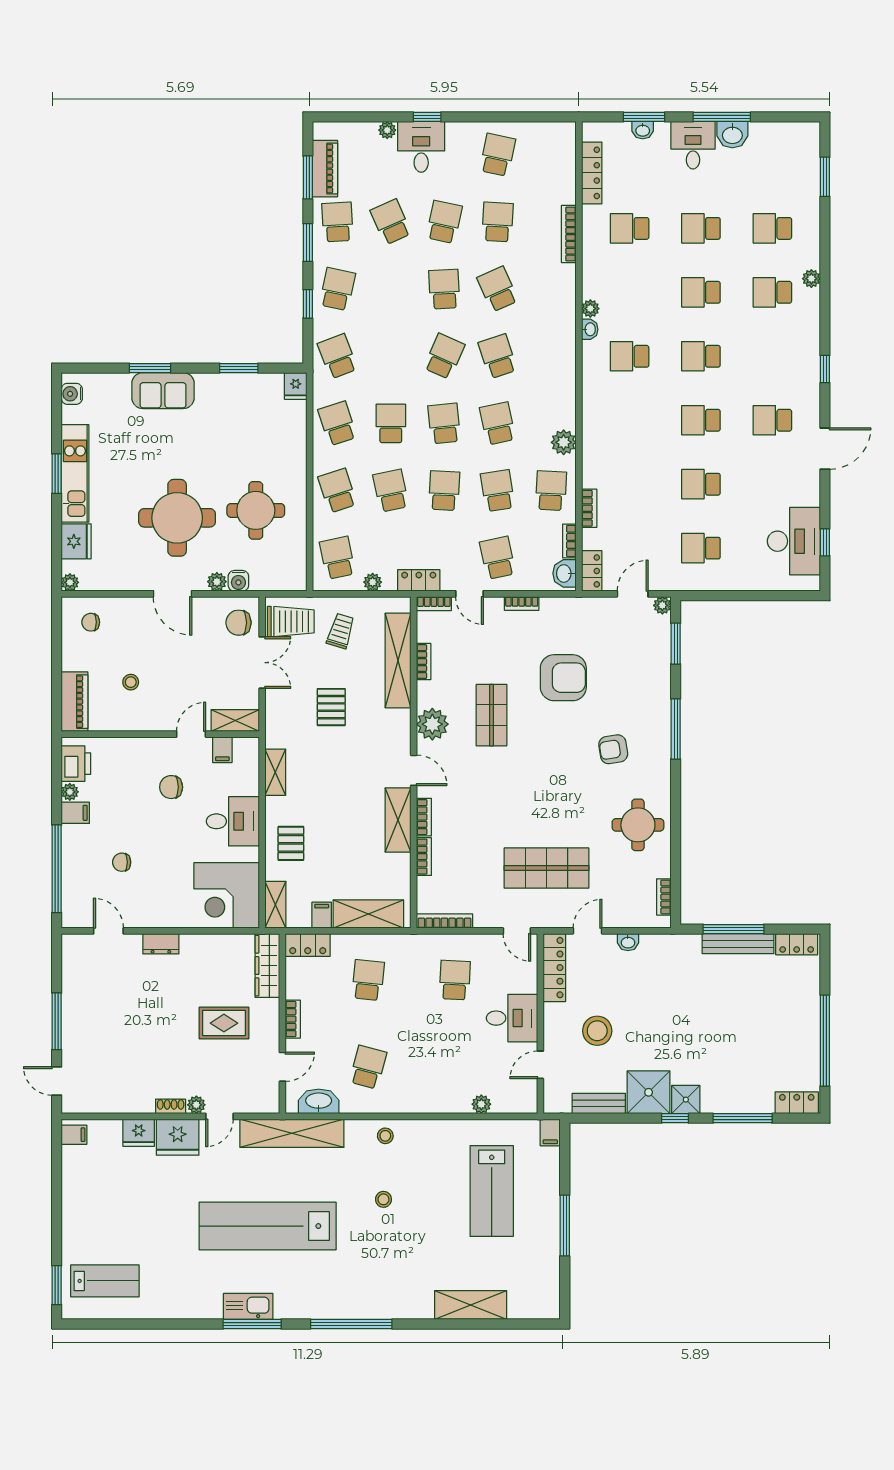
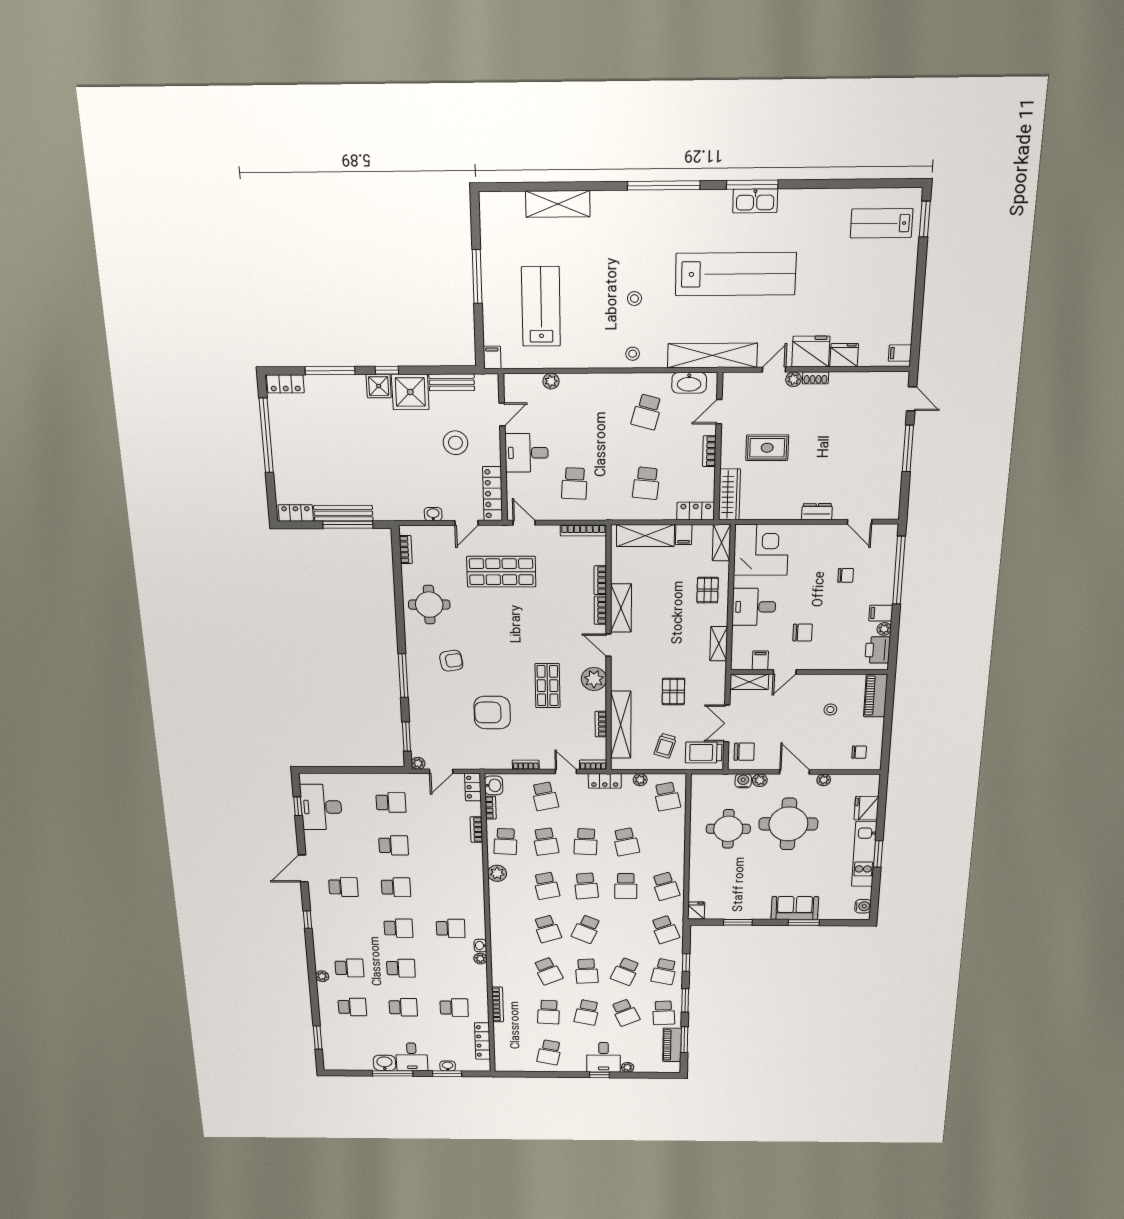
school desk: (337, 491) -> (625, 971), moved, turned 42
plant: (70, 582) -> (824, 780), moved

